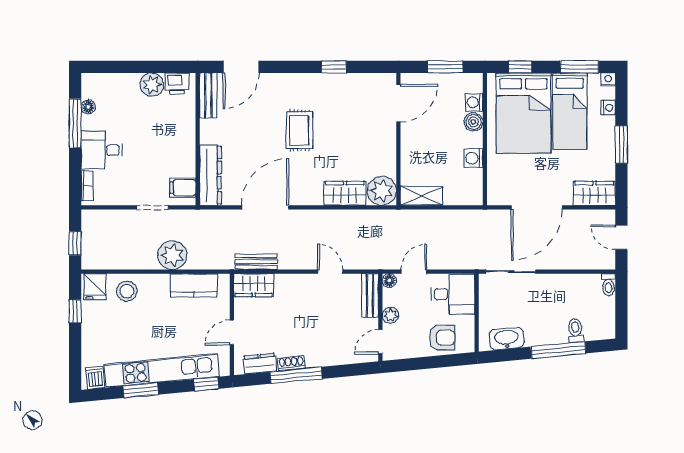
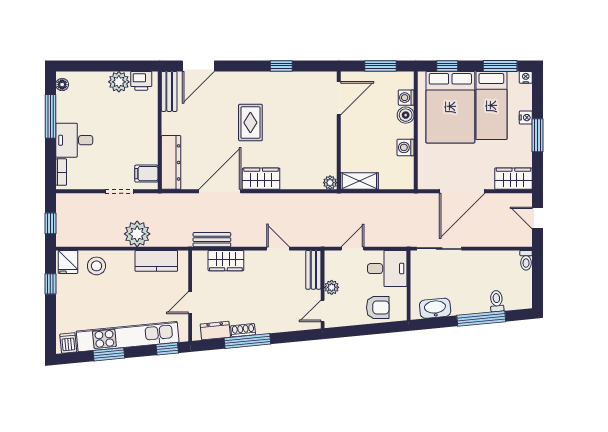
floor lamp: (88, 107) -> (62, 85), moved
nightstand: (608, 108) -> (526, 118), moved
plant: (382, 191) -> (330, 183), width x0.53, depth x0.53
wardrobe: (345, 193) -> (261, 179), moved
floor lamp: (389, 281) -> (331, 257), removed
wardrobe: (254, 285) -> (226, 261), moved

